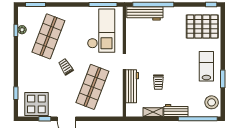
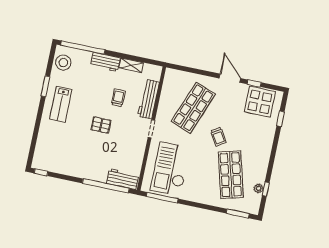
workbench: (145, 13) -> (123, 179), width x0.73
pallet: (202, 27) -> (101, 125), moved, width x0.49, depth x0.50
shop shelf: (48, 36) -> (231, 175), turned -36

